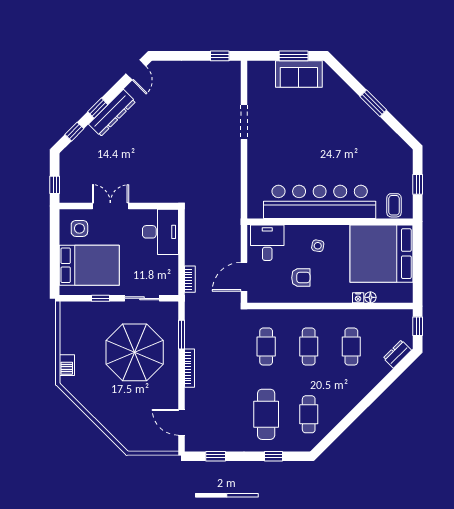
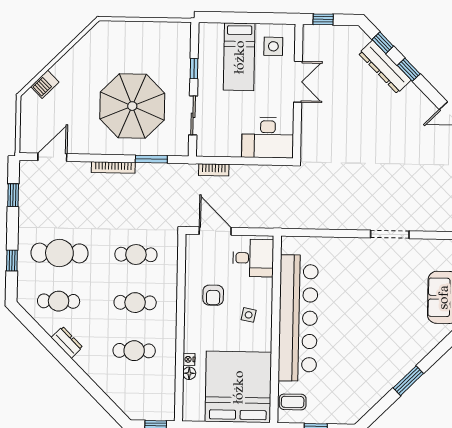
dresser: (112, 113) -> (385, 67), moved
bed: (89, 265) -> (239, 57), width x0.67
dresser: (397, 354) -> (67, 342), moved
barbecue: (67, 365) -> (45, 84), moved, turned -45

